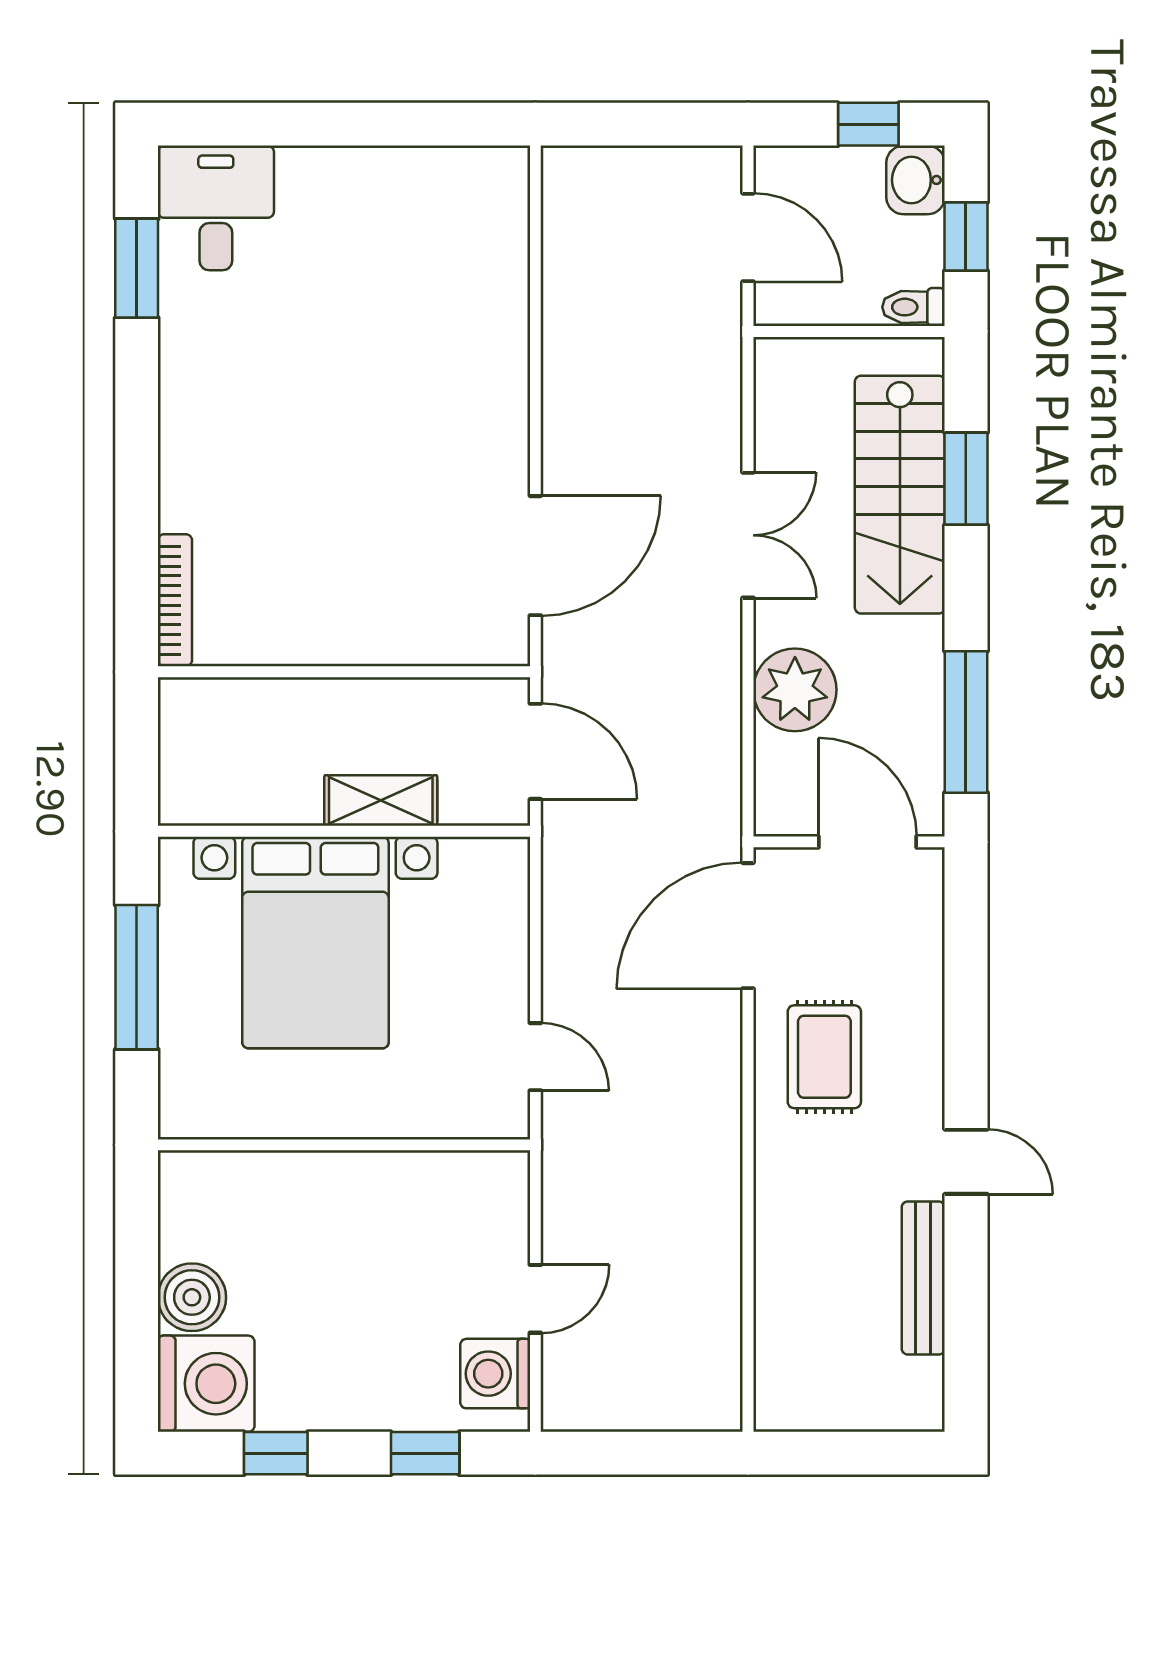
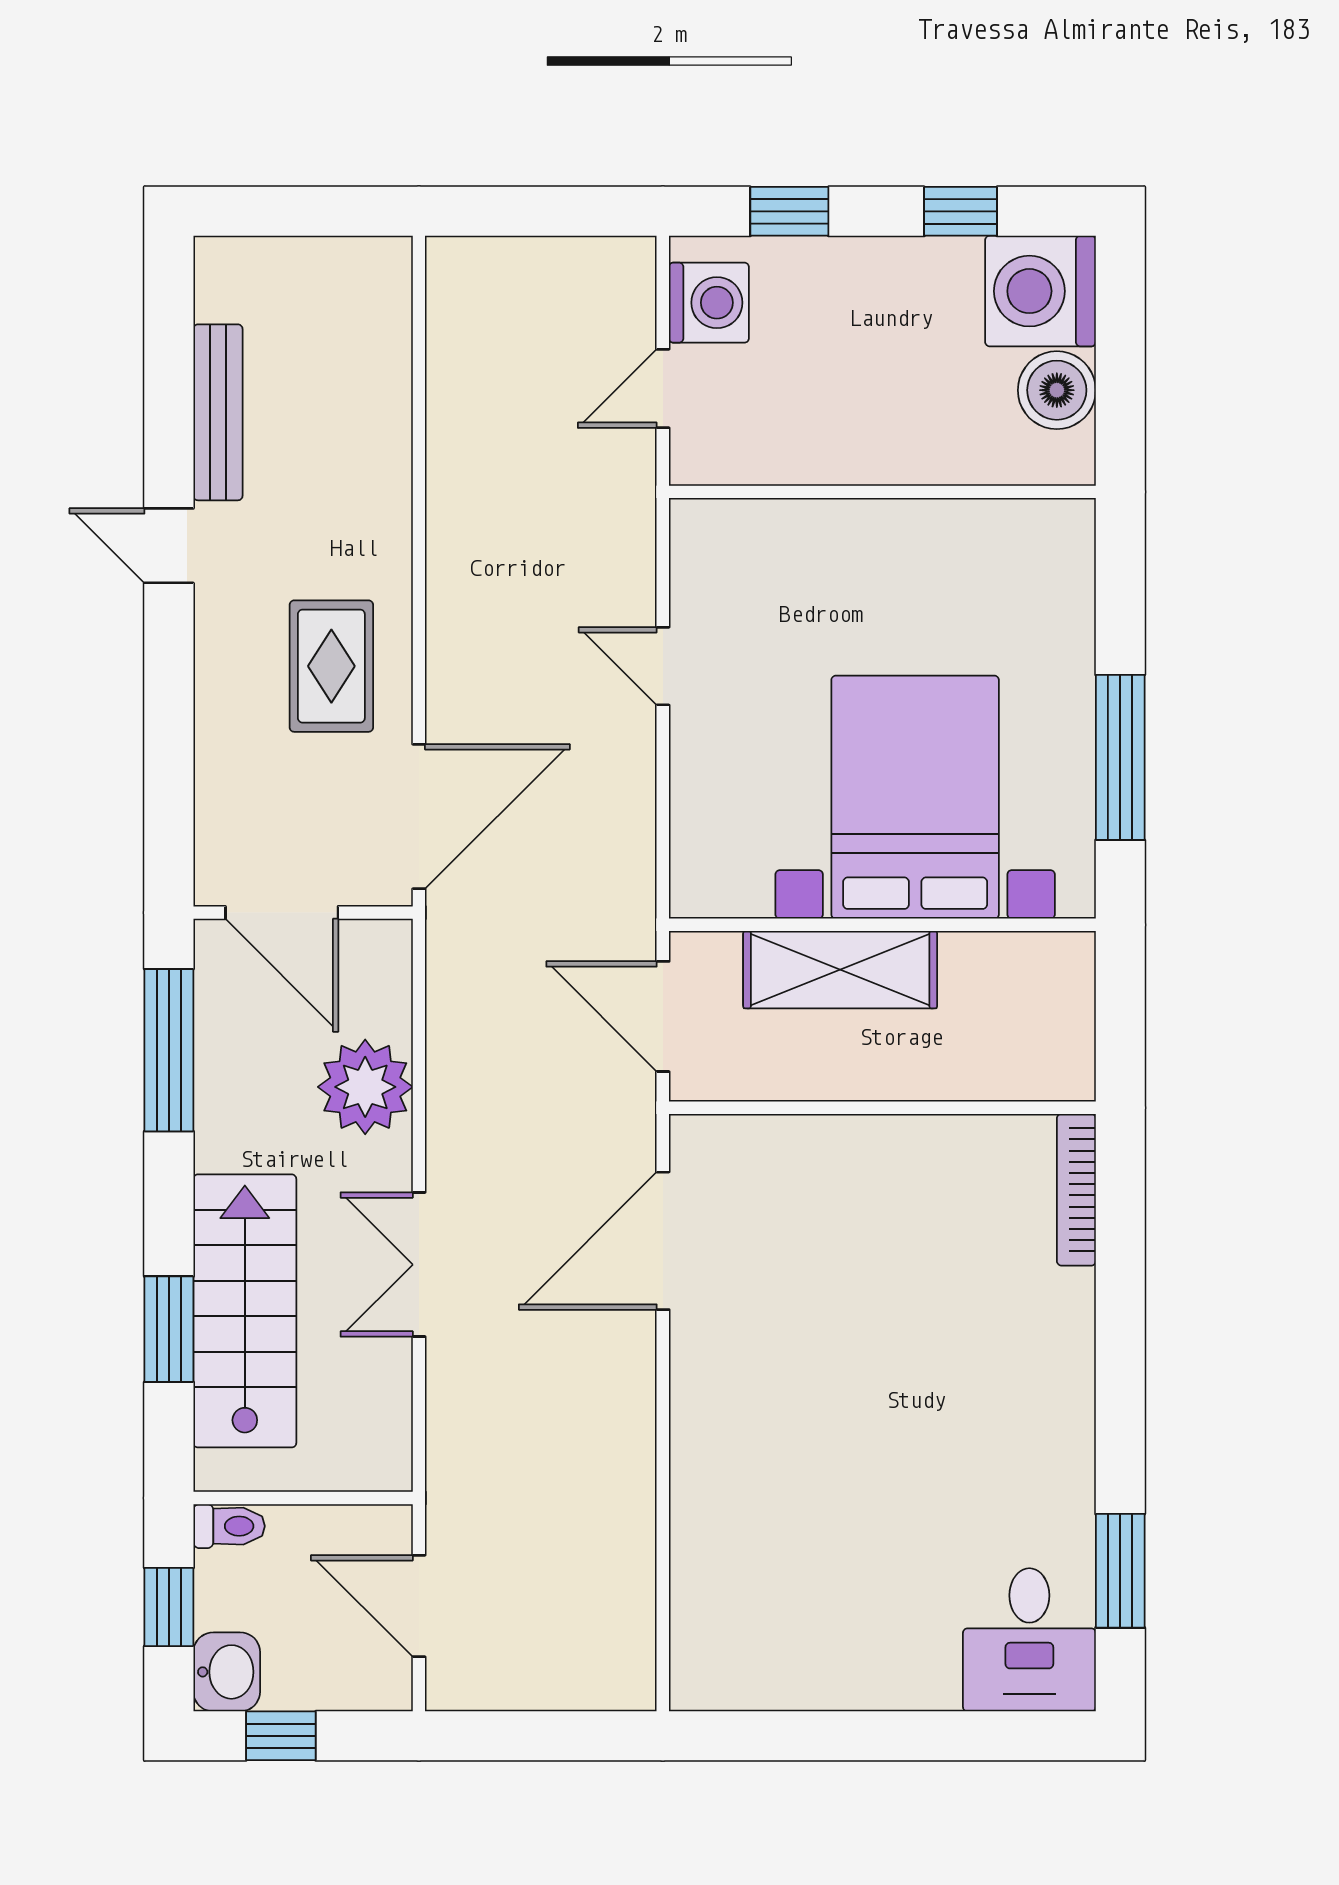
shelving: (381, 801) -> (840, 970), width x1.50, depth x1.33
wall: (344, 1145) -> (882, 492), moved

